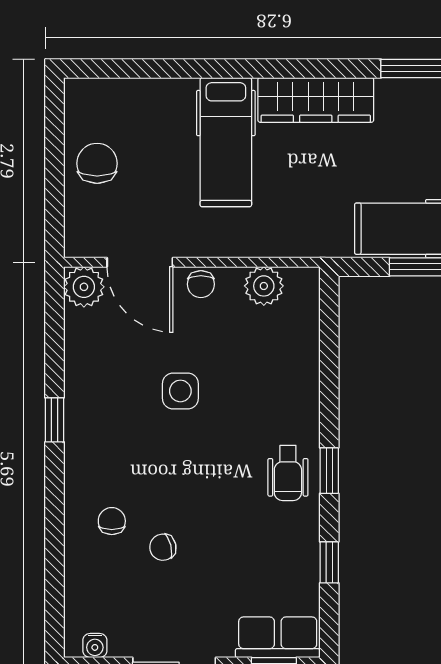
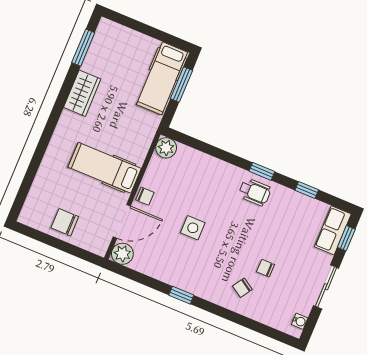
wardrobe: (316, 100) -> (82, 93), width x0.67
hospital bed: (226, 142) -> (105, 168), moved, turned 180
plant: (264, 286) -> (166, 148), moved
chair: (112, 521) -> (242, 288), turned -57
chair: (163, 547) -> (265, 268), turned 104

